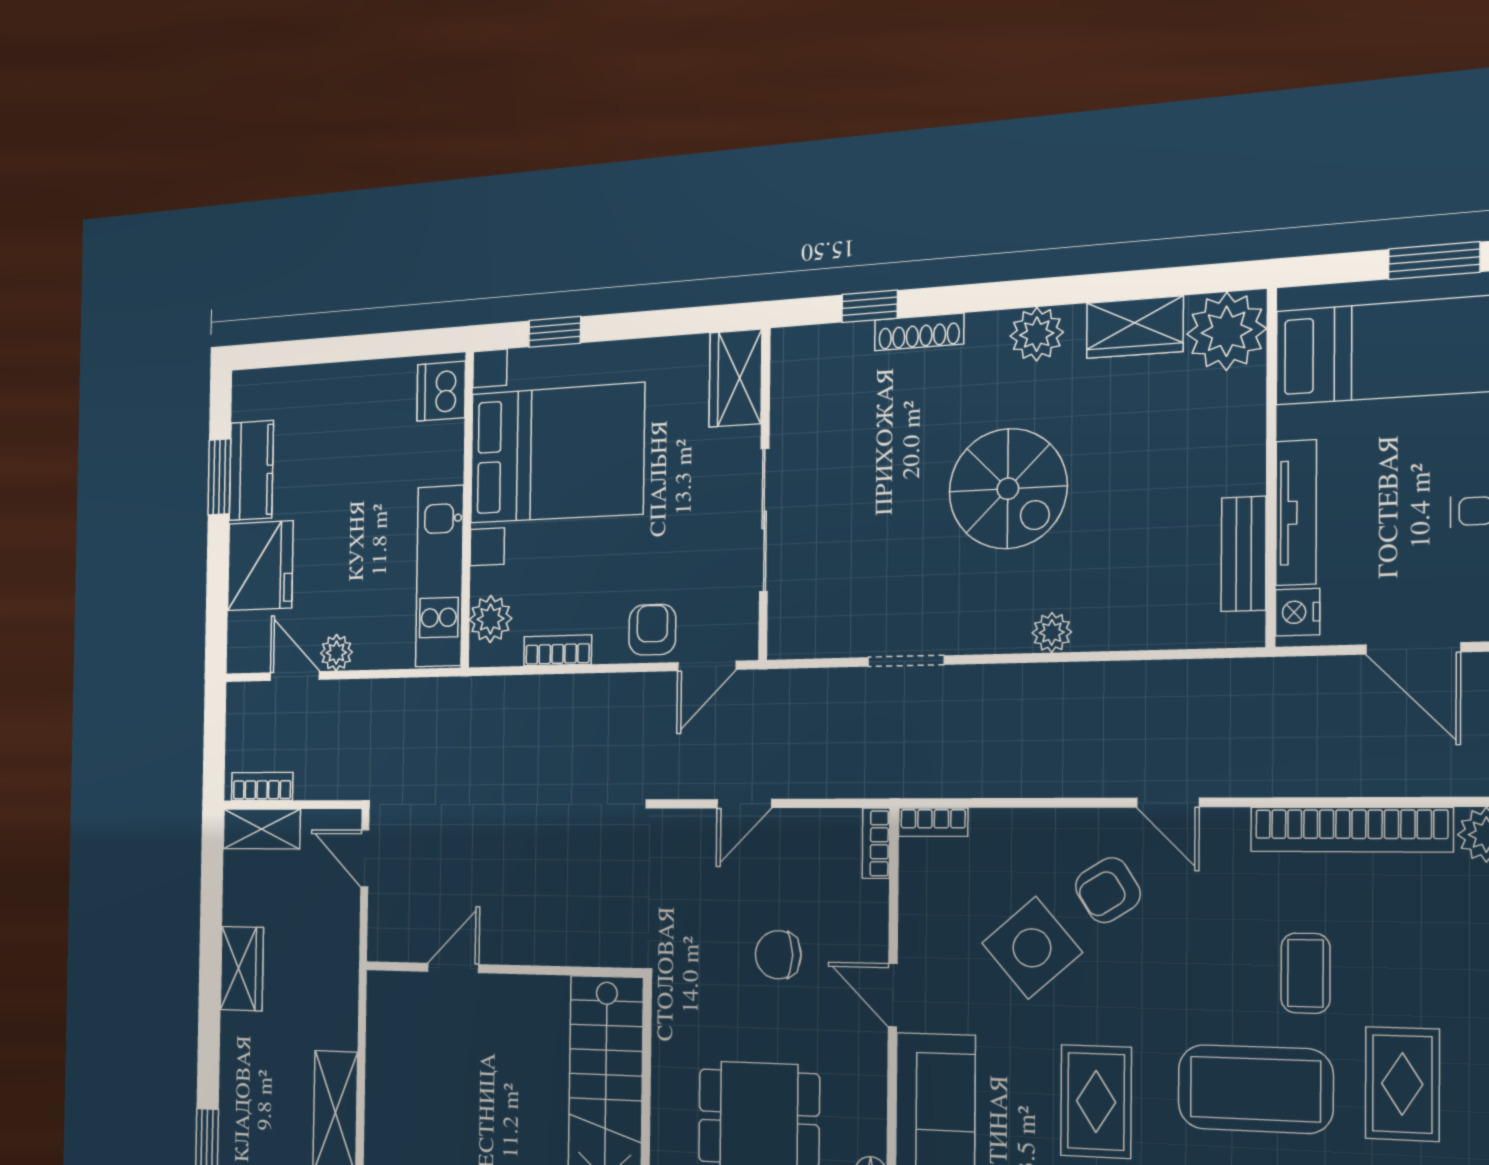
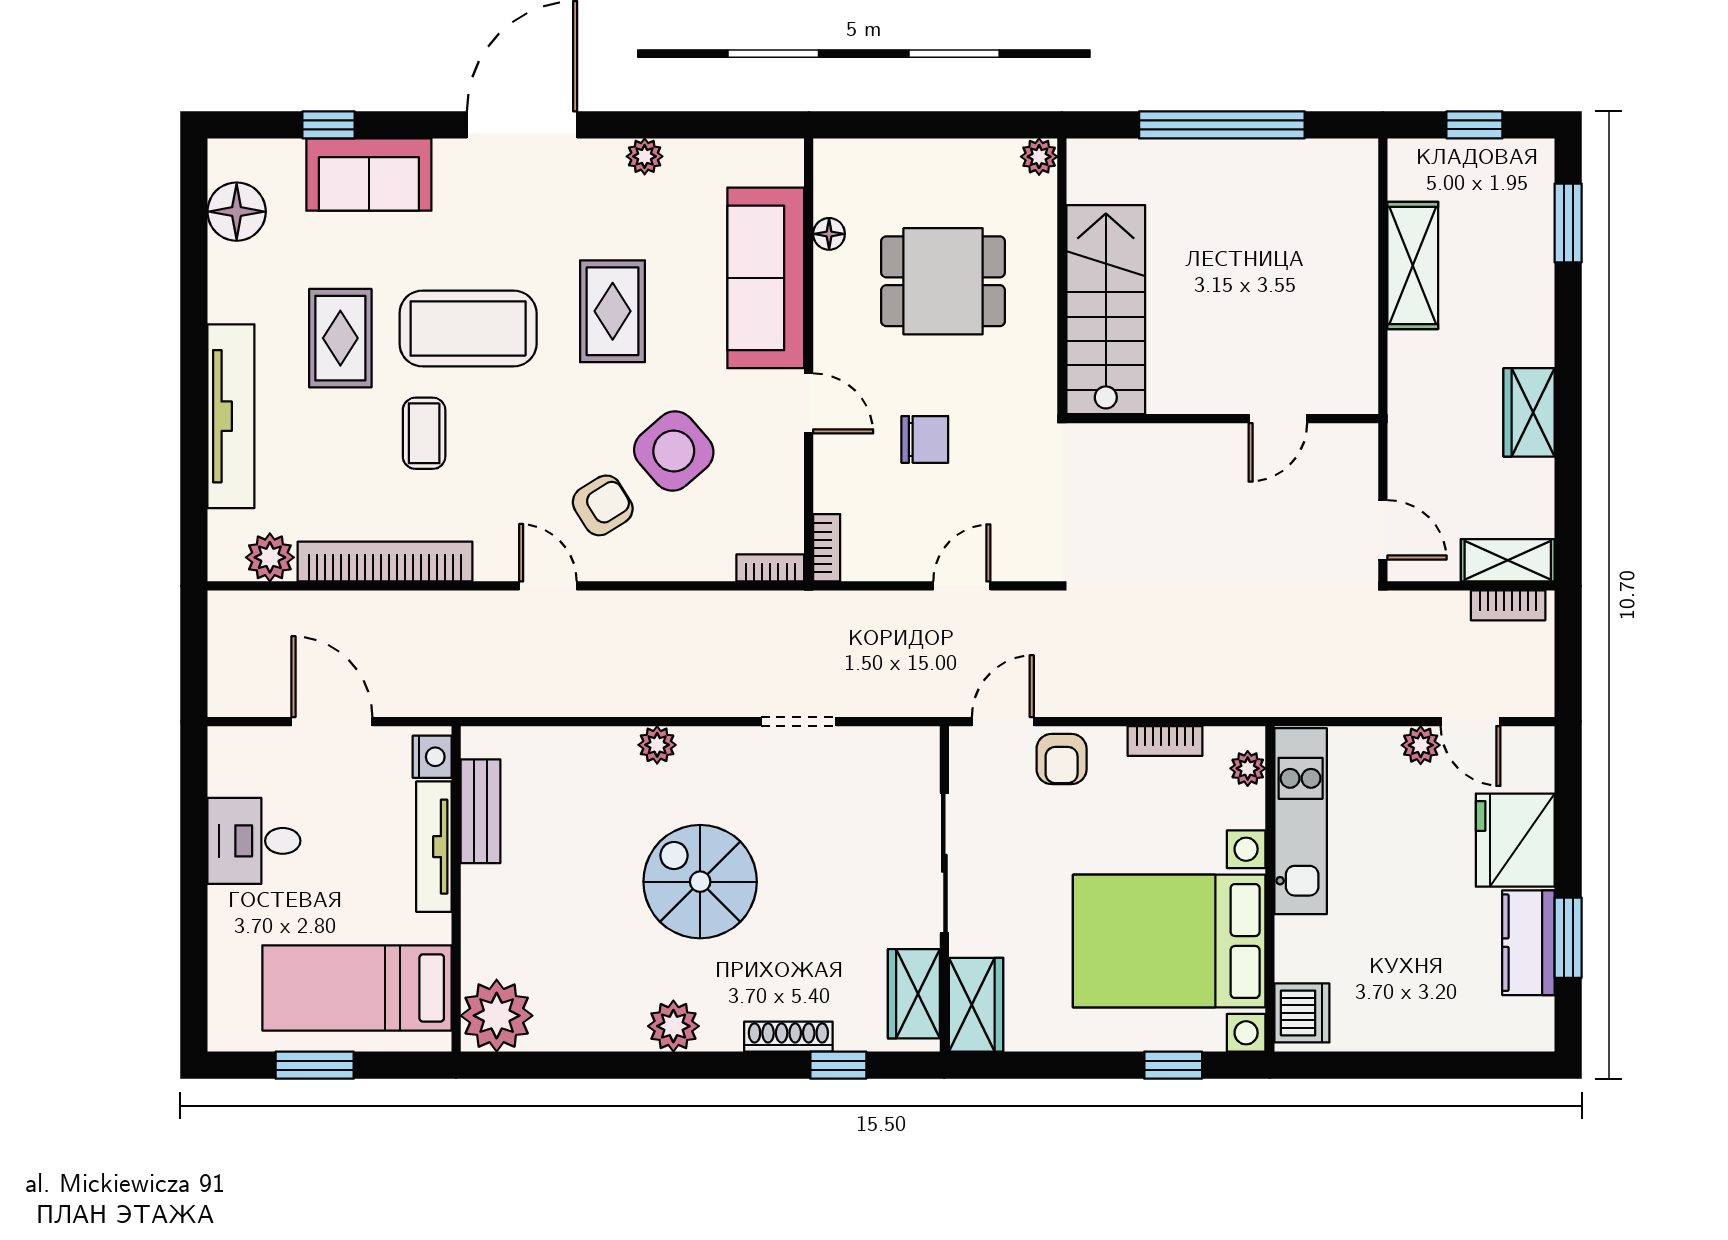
wardrobe: (1135, 327) -> (914, 994), moved, turned -90
plant: (490, 619) -> (1248, 768), width x0.73, depth x0.73

